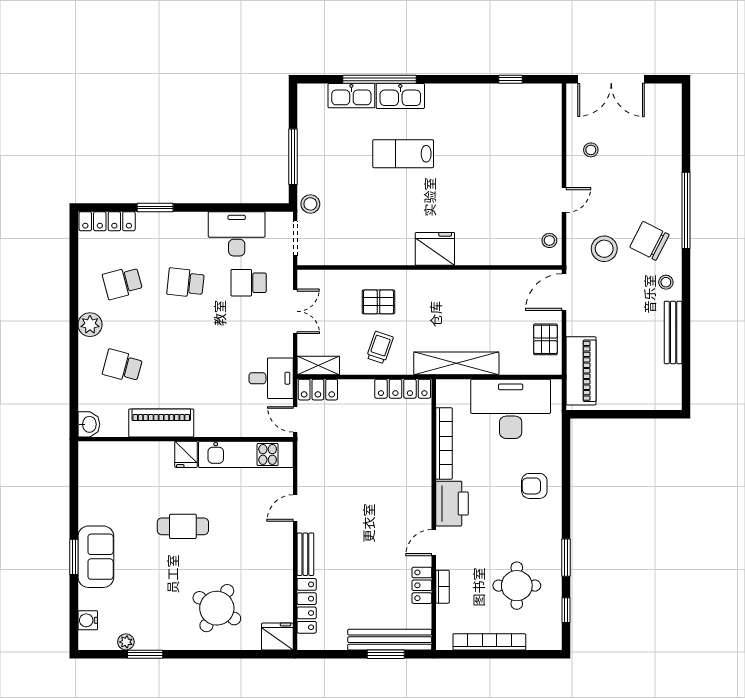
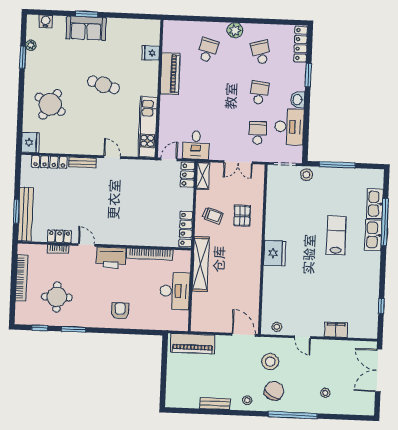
filing cabinet: (550, 148) -> (336, 330), added
stool: (591, 150) -> (325, 393), moved
bench: (673, 332) -> (215, 404), width x0.73
pallet: (545, 339) -> (214, 322), removed
desk: (511, 409) -> (175, 291), width x0.73, depth x0.77
washbasin: (89, 424) -> (298, 100), moved, turned 90
fridge: (186, 454) -> (151, 53), moved
cafe table: (183, 526) -> (103, 85), turned -74

